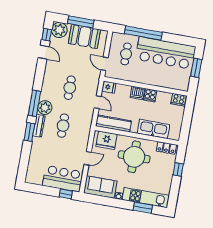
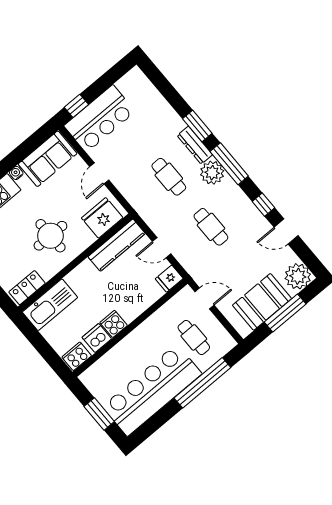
window: (47, 35) -> (263, 205), moved
dishwasher: (137, 93) -> (97, 338), moved
kitchen sink: (153, 129) -> (50, 305), moved
round table: (134, 157) -> (50, 236), width x0.73, depth x0.73

